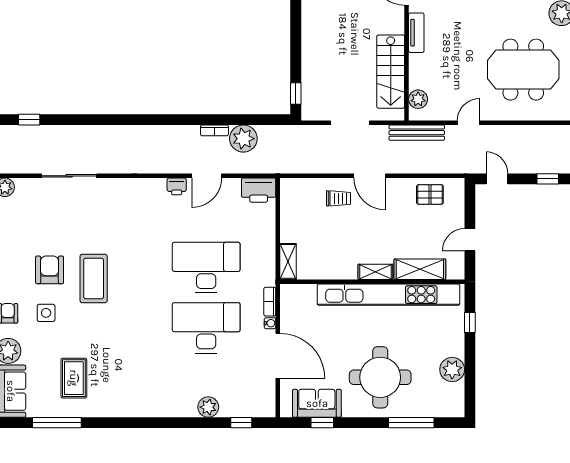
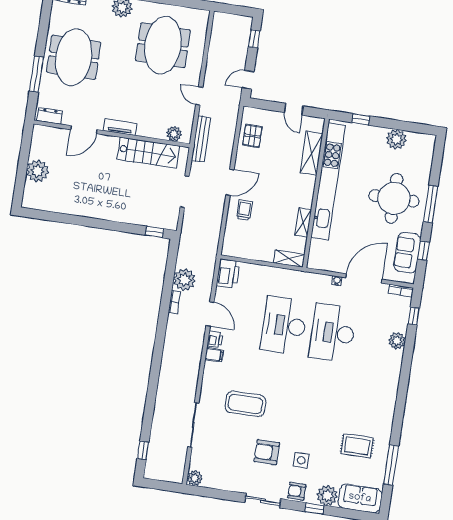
filing cabinet: (158, 188) -> (214, 355), added
shelving: (375, 272) -> (303, 222), moved
coffee table: (94, 278) -> (245, 404), moved
bookcase: (270, 302) -> (401, 291), moved
window: (411, 423) -> (431, 204), moved

